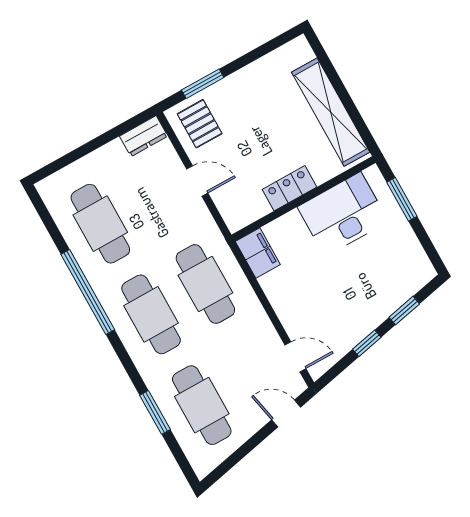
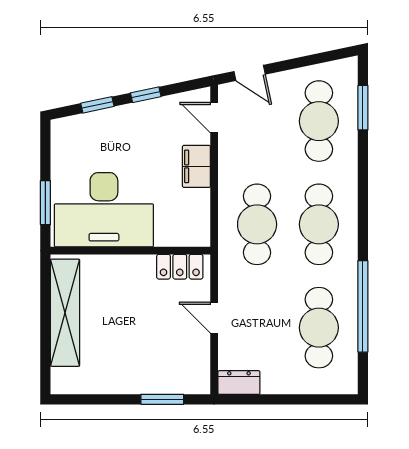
pallet: (200, 124) -> (184, 366), removed
locker: (289, 188) -> (180, 267), moved
desk: (343, 214) -> (104, 210), width x1.36, depth x1.30
filing cabinet: (258, 253) -> (196, 166), moved
window: (88, 292) -> (363, 306), moved
window: (155, 412) -> (363, 108), moved

